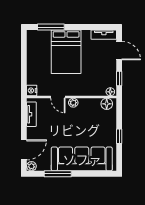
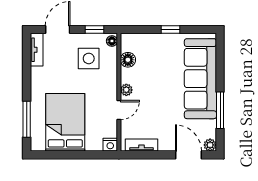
bed: (66, 52) -> (65, 122), moved, turned -90
side table: (97, 74) -> (89, 58), added
floor lamp: (107, 104) -> (128, 60), moved

